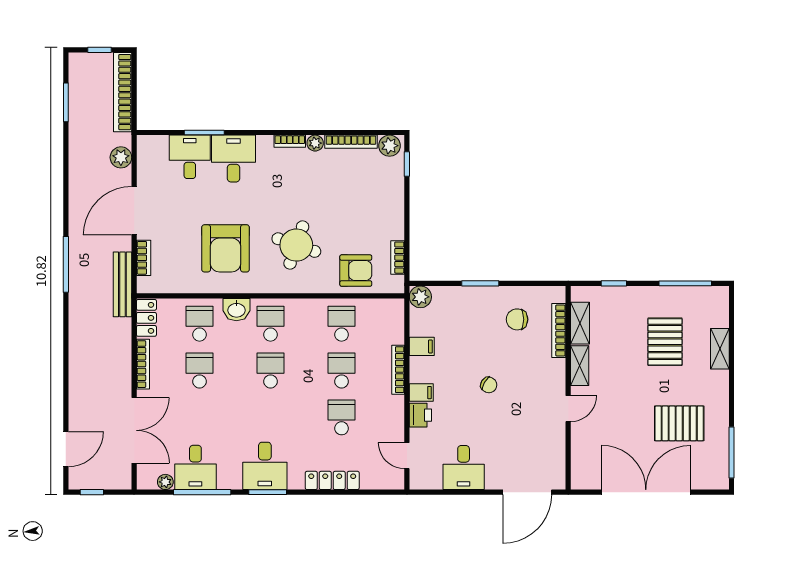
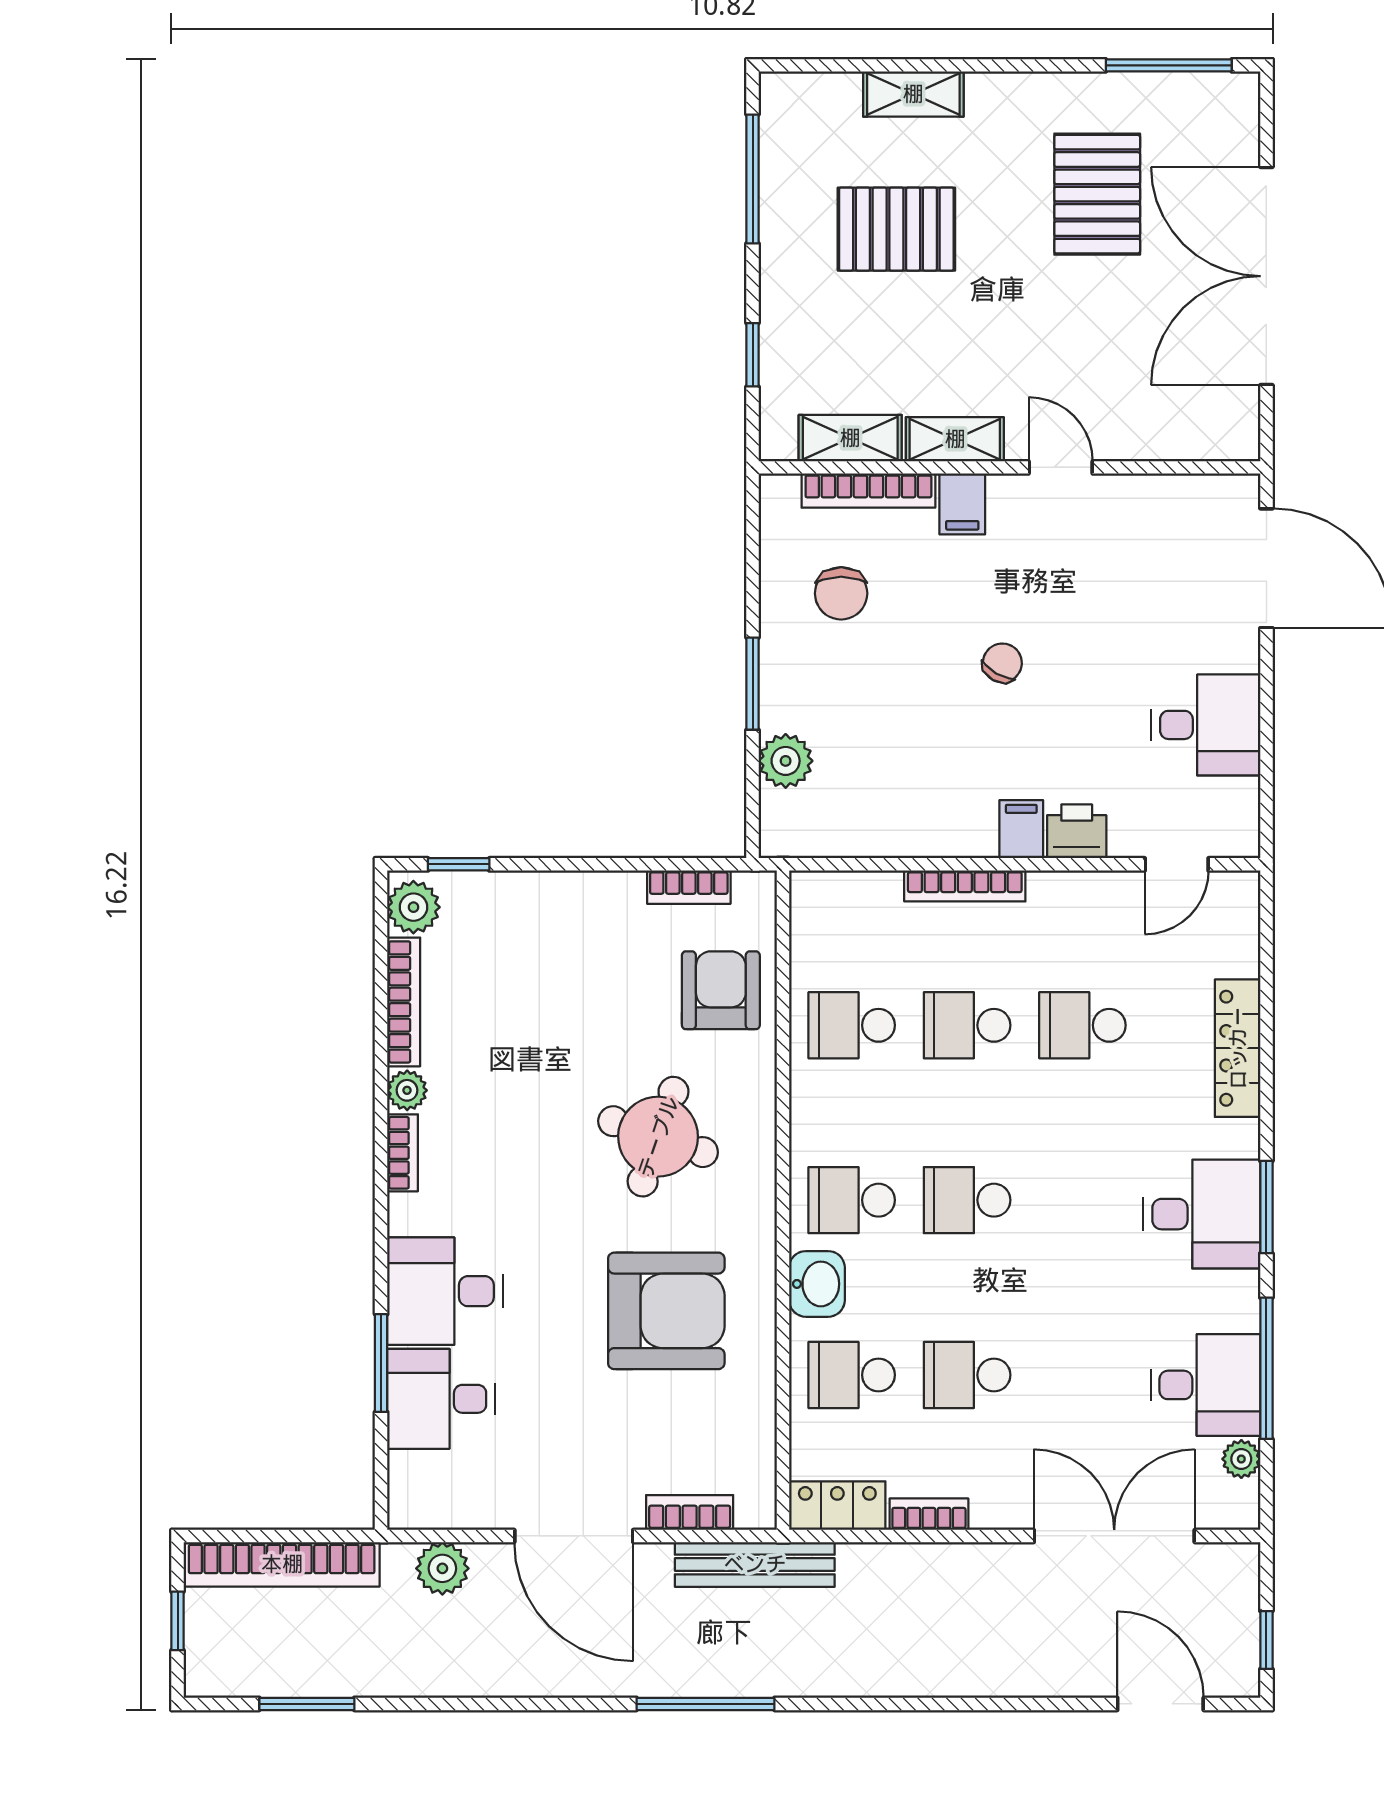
plant: (420, 297) -> (786, 761), moved
filing cabinet: (422, 346) -> (962, 504), moved, turned 180
bookcase: (143, 364) -> (929, 1514), width x0.64

